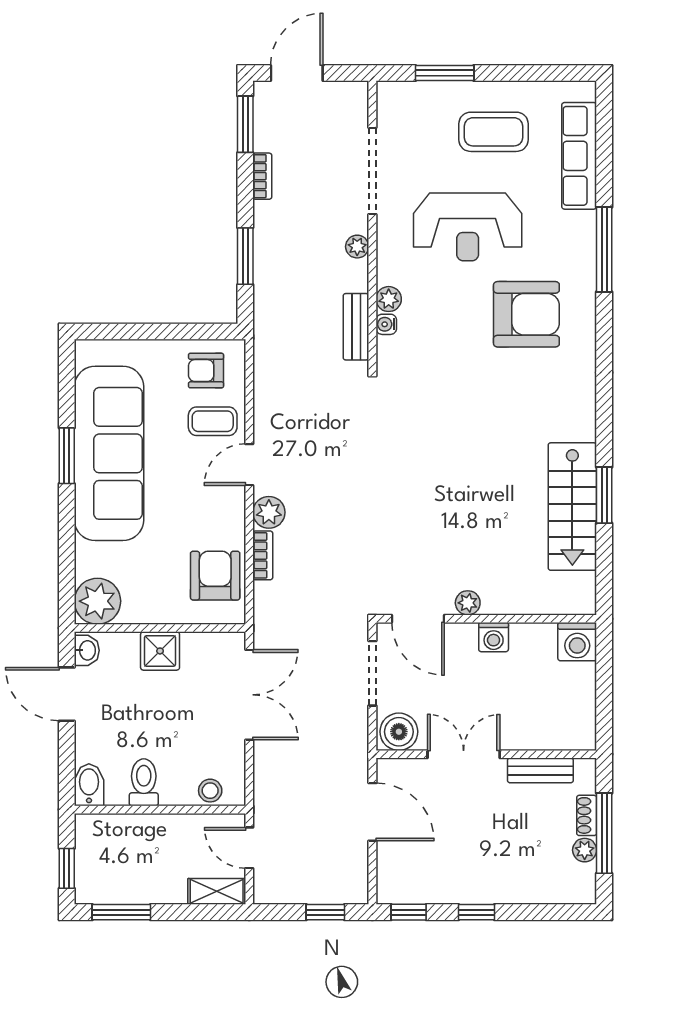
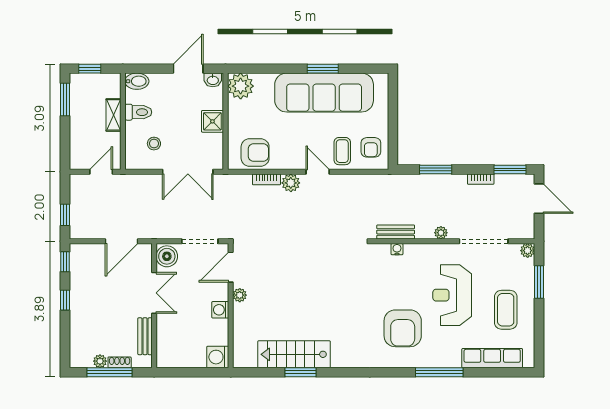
plant: (389, 299) -> (528, 251), moved
armchair: (206, 371) -> (371, 147), turned 180
stool: (210, 791) -> (154, 144), moved
shelving: (217, 891) -> (113, 115), moved

